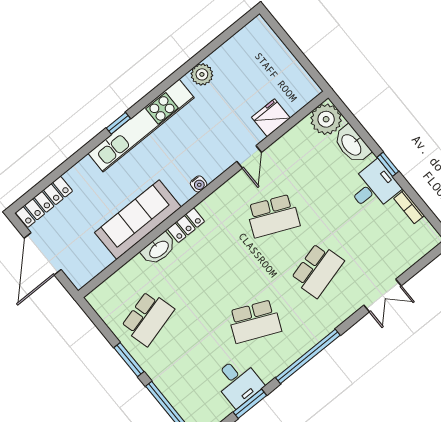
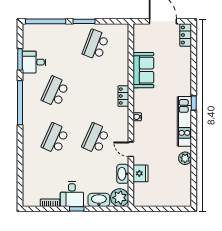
kitchen unit: (141, 126) -> (184, 121), width x0.73
locker: (44, 202) -> (186, 35), width x0.66
sofa: (138, 220) -> (143, 70), width x0.73
washbasin: (159, 249) -> (123, 174), moved
school desk: (317, 270) -> (55, 138), turned 39
double door: (383, 296) -> (20, 158), removed
school desk: (148, 318) -> (96, 45), turned 36

